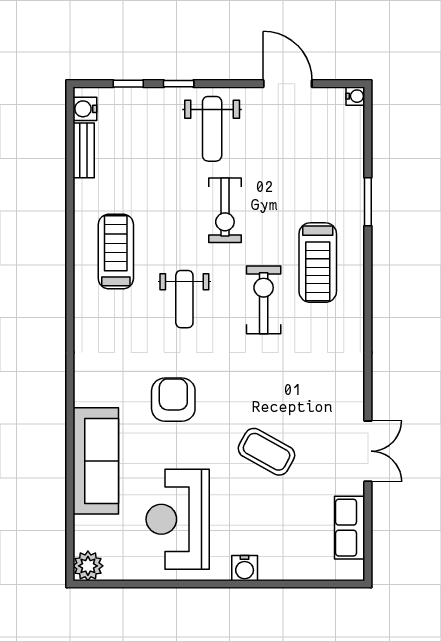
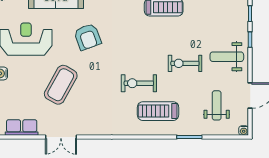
weight bench: (184, 299) -> (217, 105), moved, turned 90
exercise bike: (264, 300) -> (139, 83), turned 180
armchair: (173, 400) -> (88, 37), turned 70
coffee table: (267, 452) -> (61, 85), width x1.36, depth x1.32

